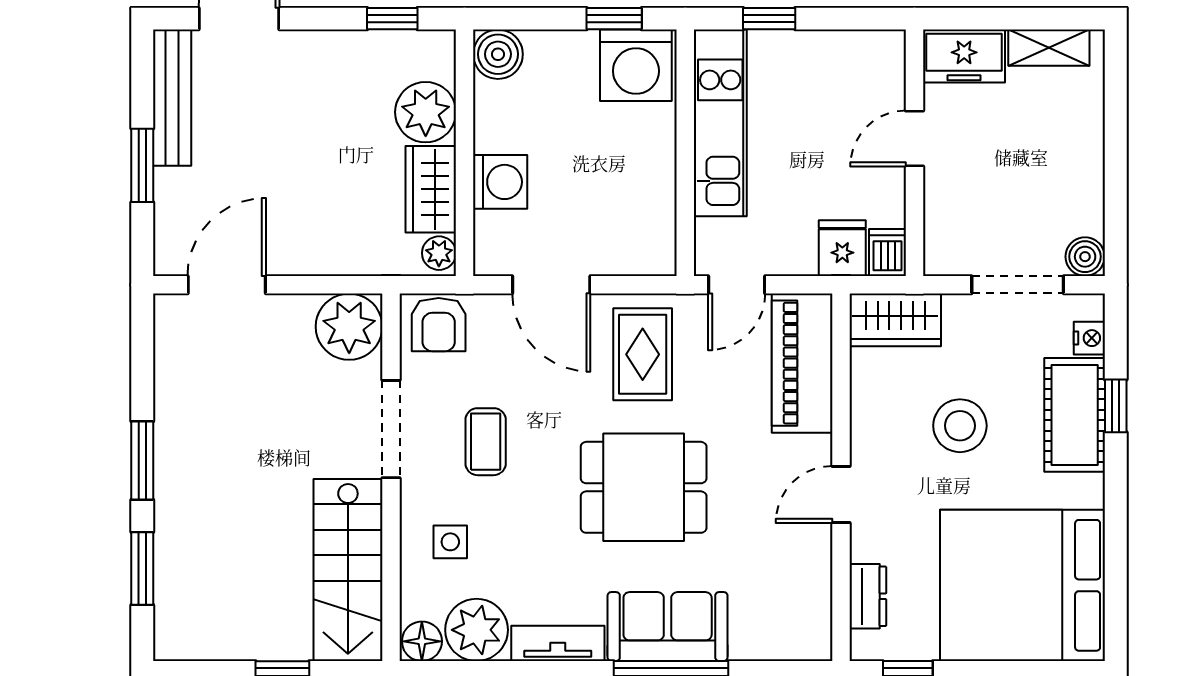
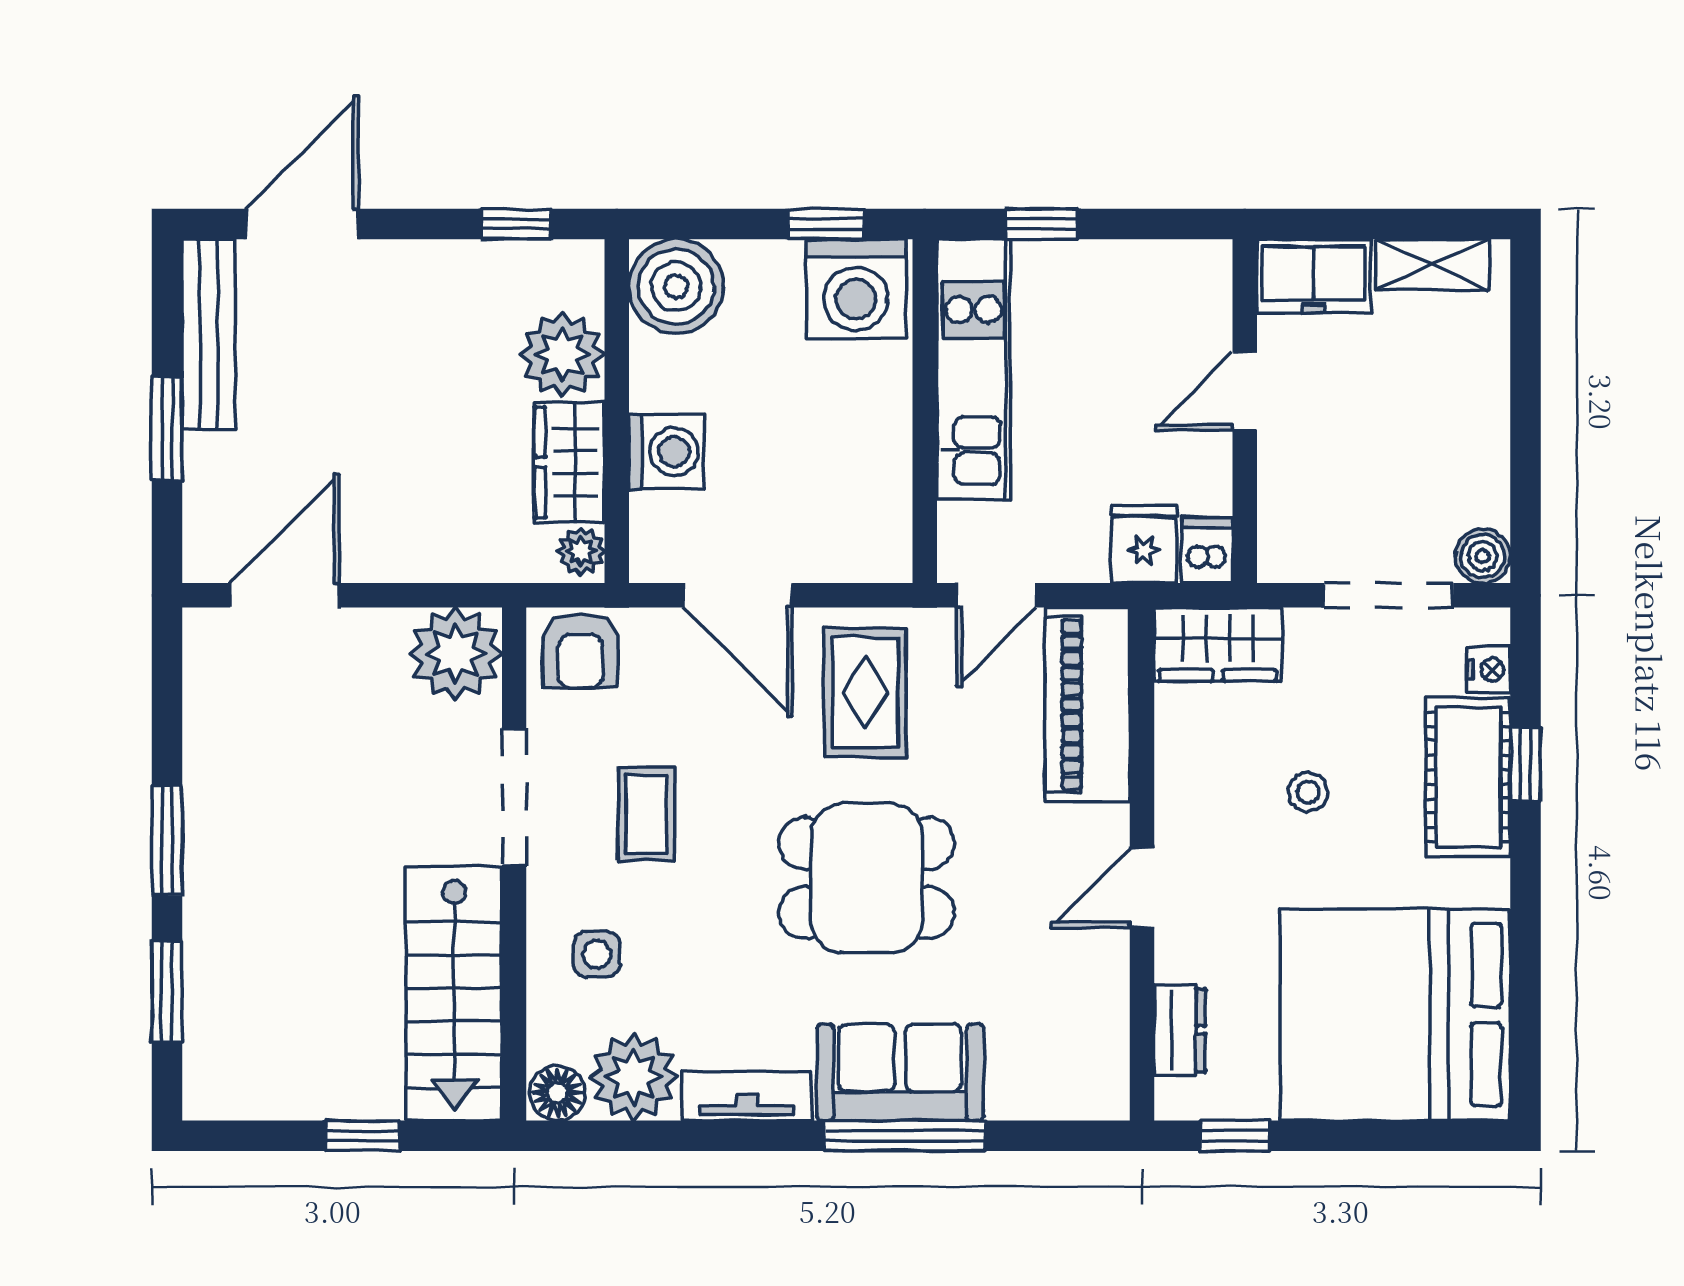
boiler: (498, 54) -> (676, 286), width x1.37, depth x1.37
stool: (960, 426) -> (1308, 792), width x0.53, depth x0.53

